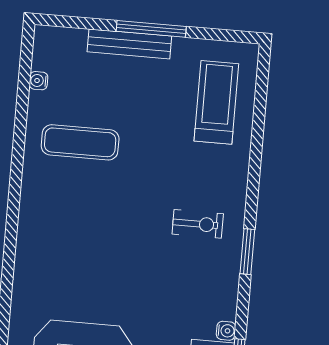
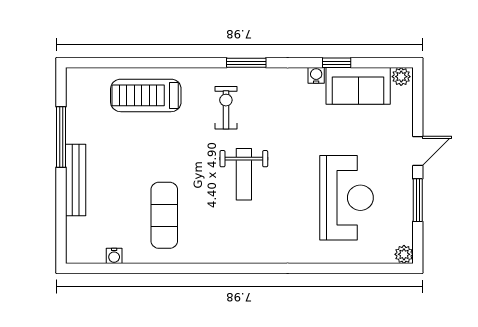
window: (151, 29) -> (61, 137), moved
treadmill: (216, 102) -> (146, 95), moved
weight bench: (119, 238) -> (244, 174), added

